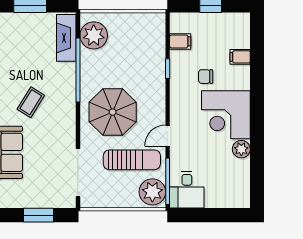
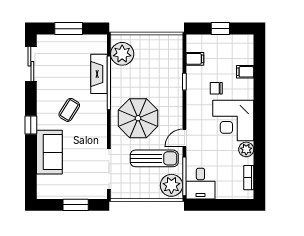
fireplace: (66, 38) -> (99, 74), moved
bookcase: (244, 183) -> (249, 178), added

